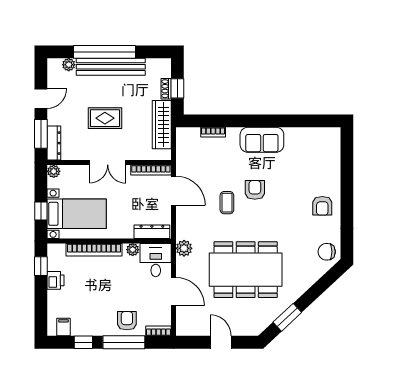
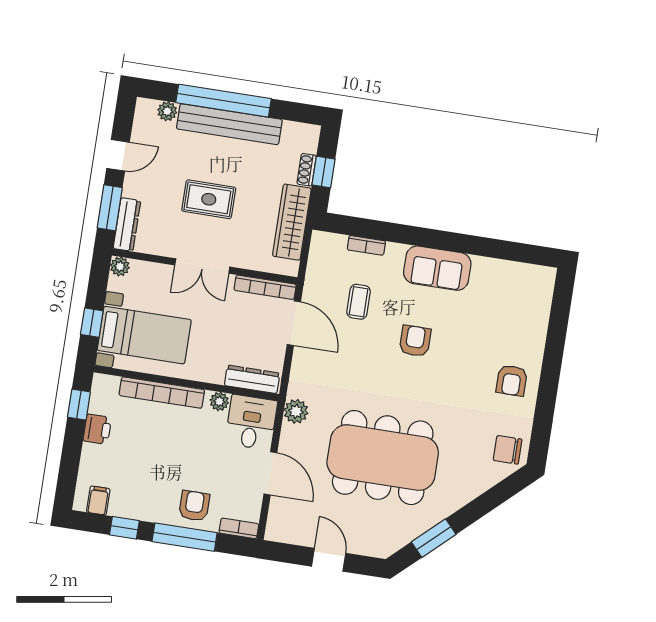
coffee table: (227, 203) -> (359, 302), moved

